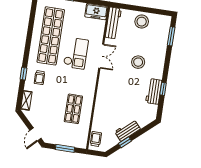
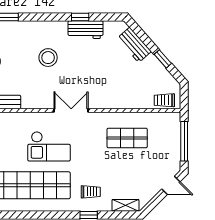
checkout: (76, 53) -> (49, 146), turned 180
double door: (101, 56) -> (71, 110), moved
workbench: (128, 130) -> (134, 45), moved
window: (65, 148) -> (184, 141), width x1.44

